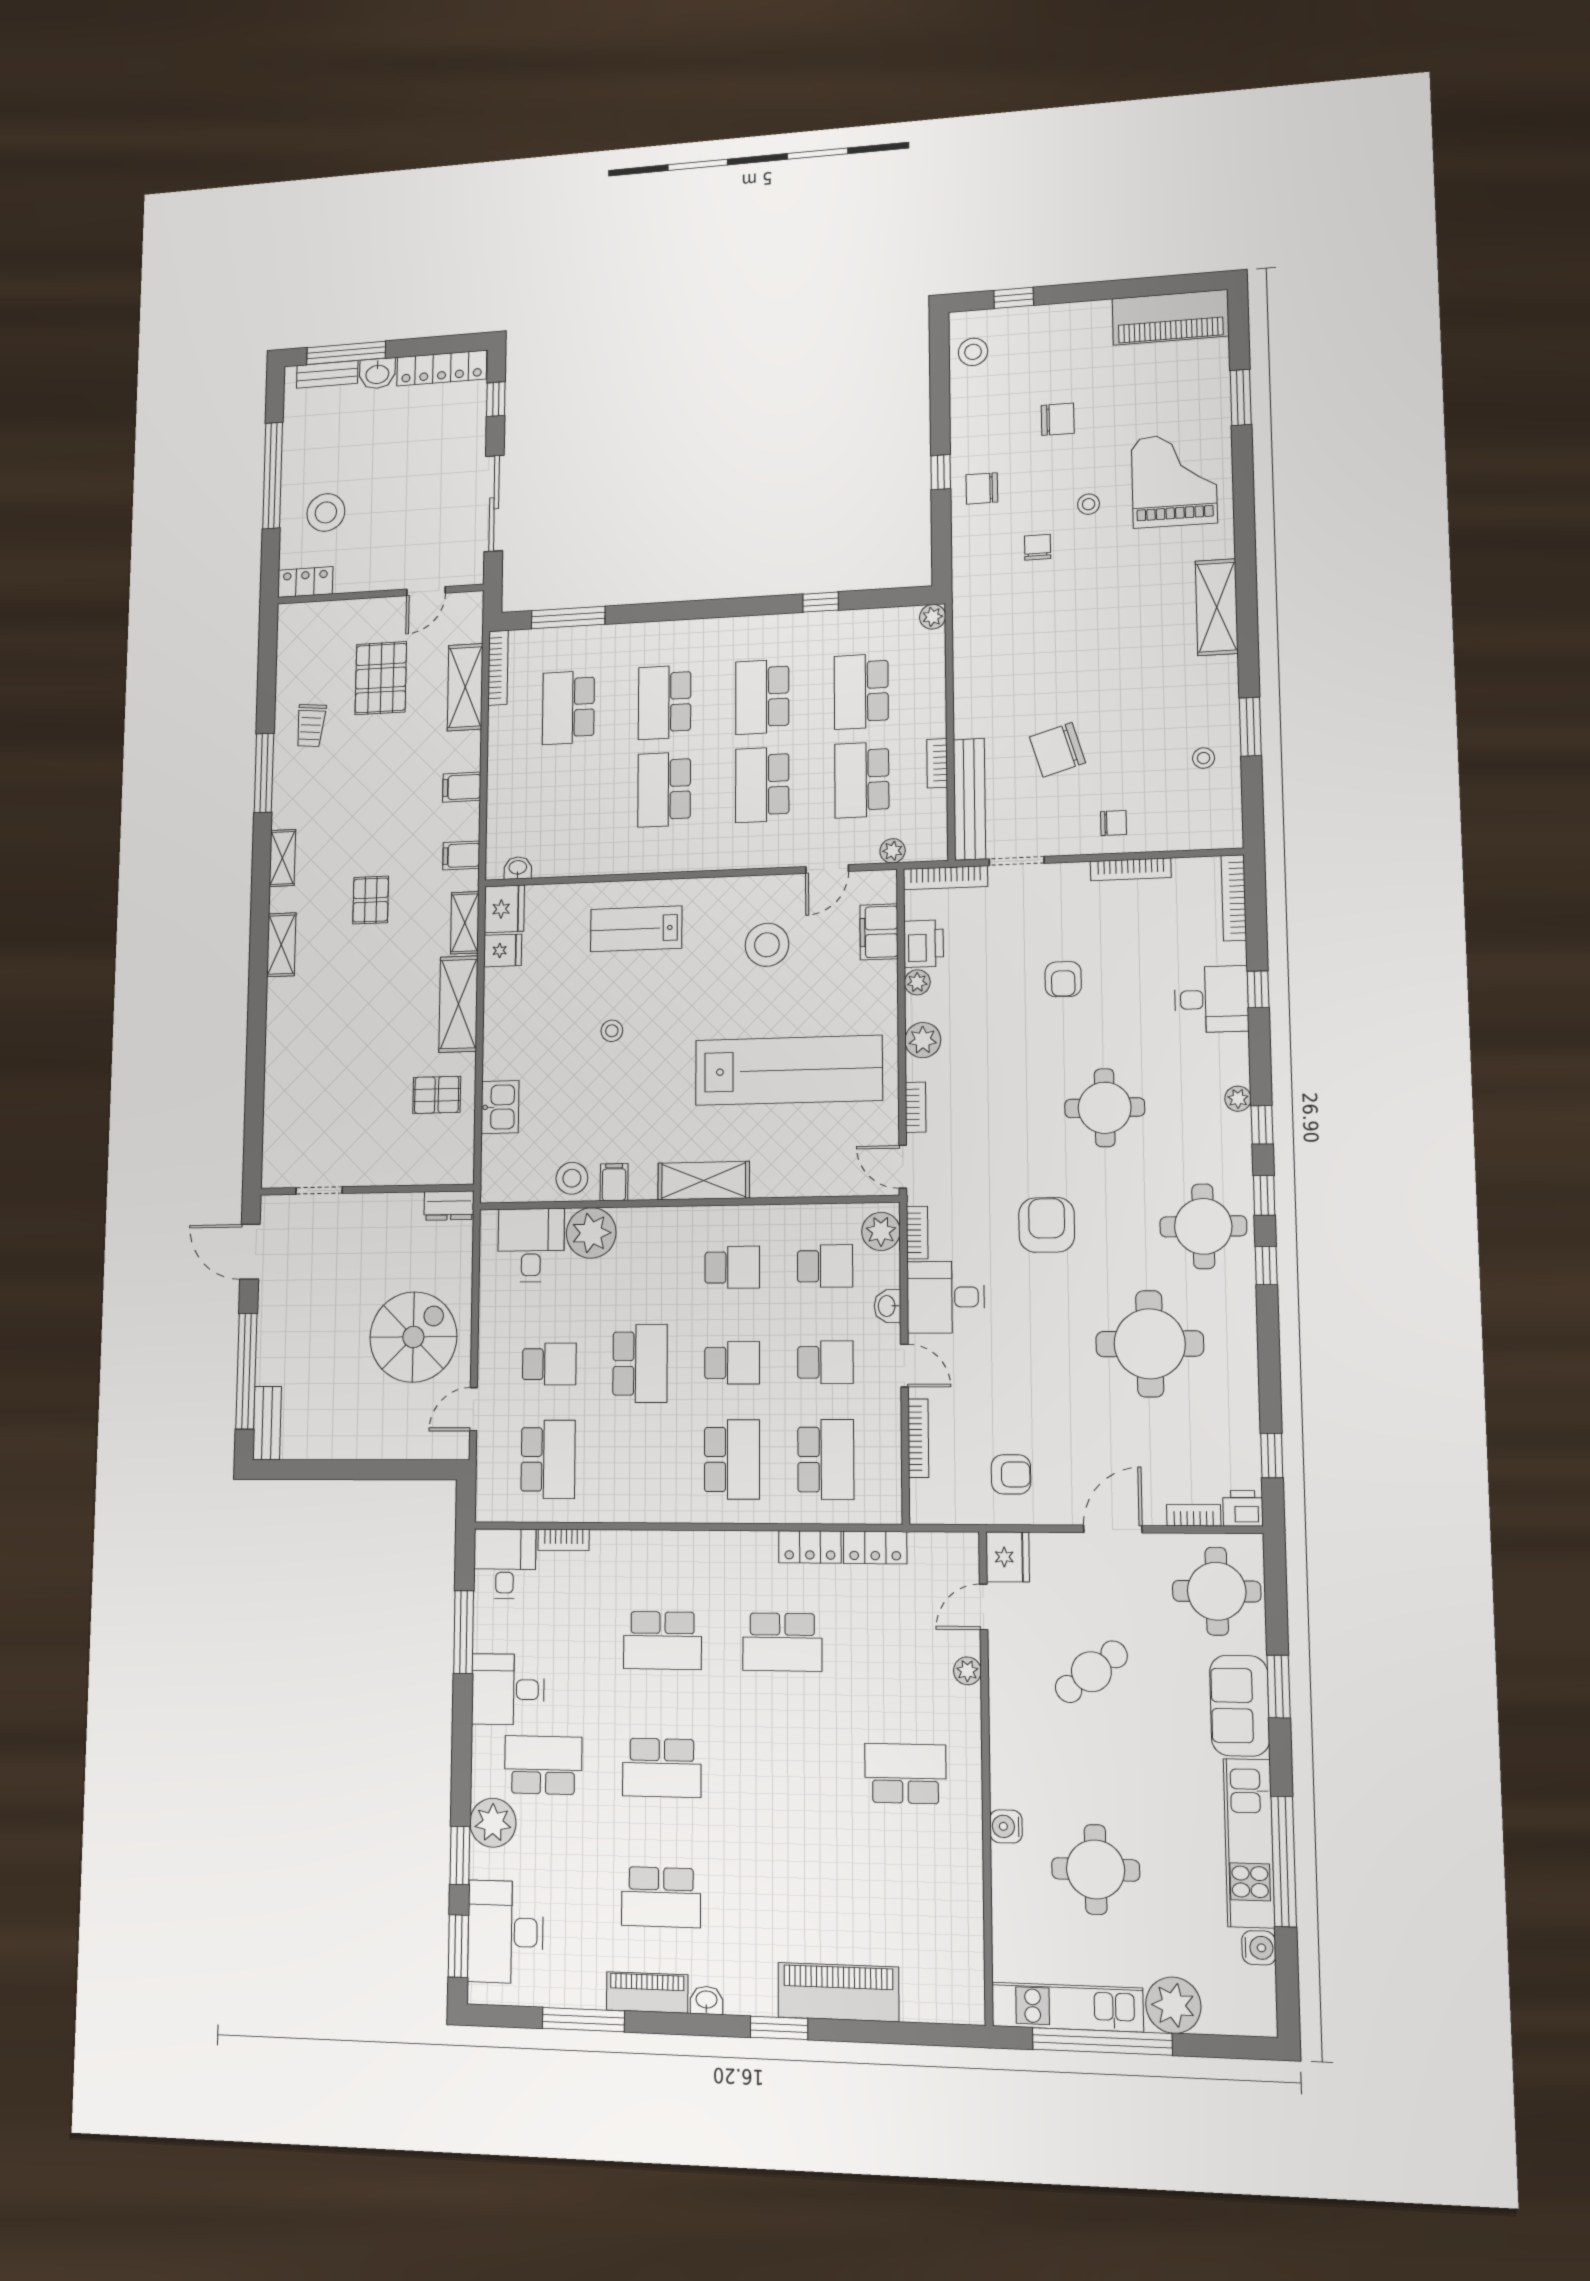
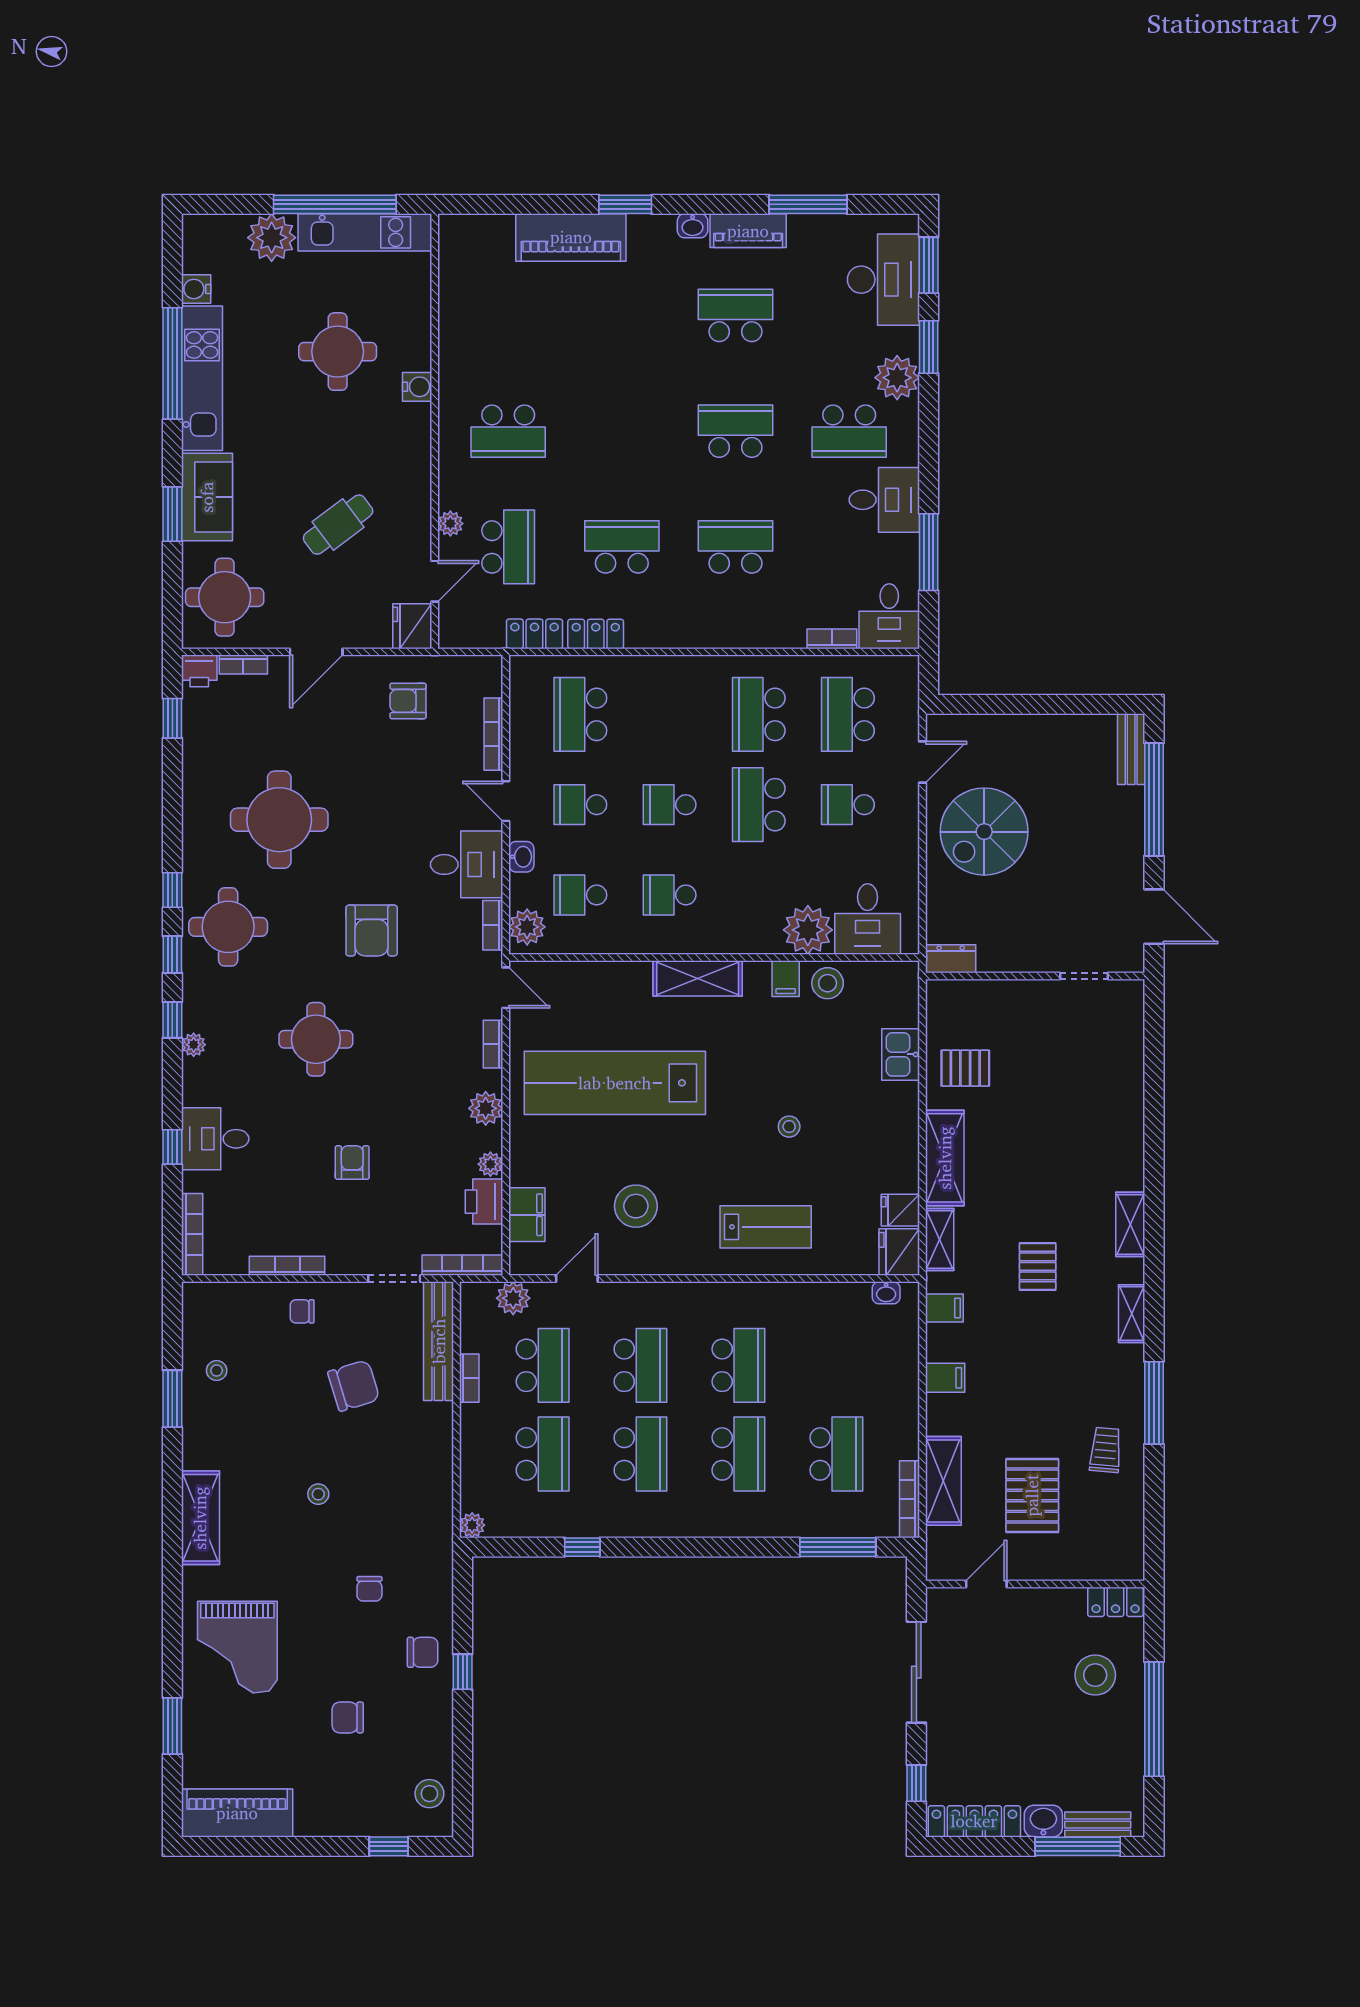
stool: (1089, 504) -> (318, 1494), moved
plant: (893, 851) -> (513, 1298), width x1.38, depth x1.38
school desk: (732, 1459) -> (759, 714), moved
school desk: (904, 1644) -> (508, 547), added

